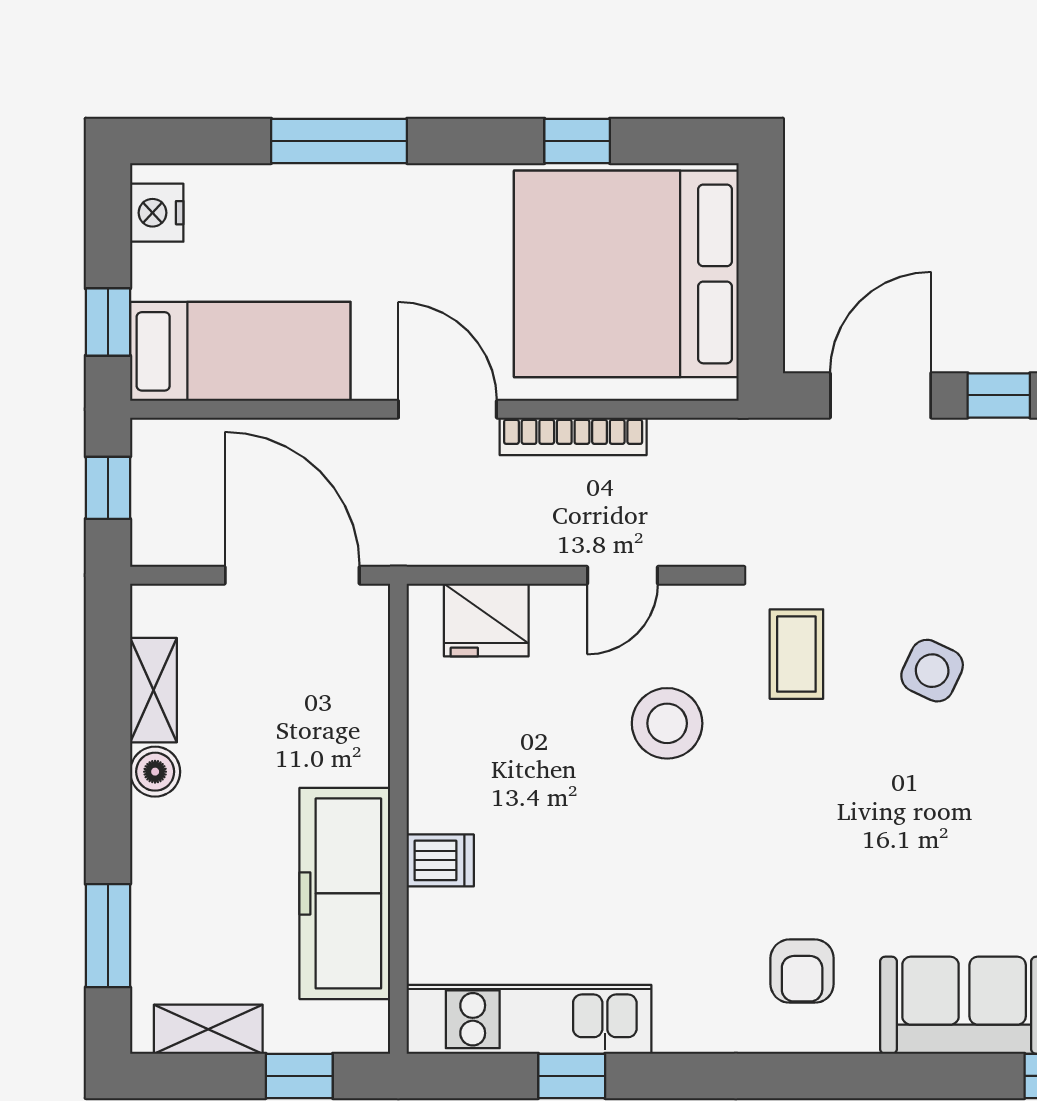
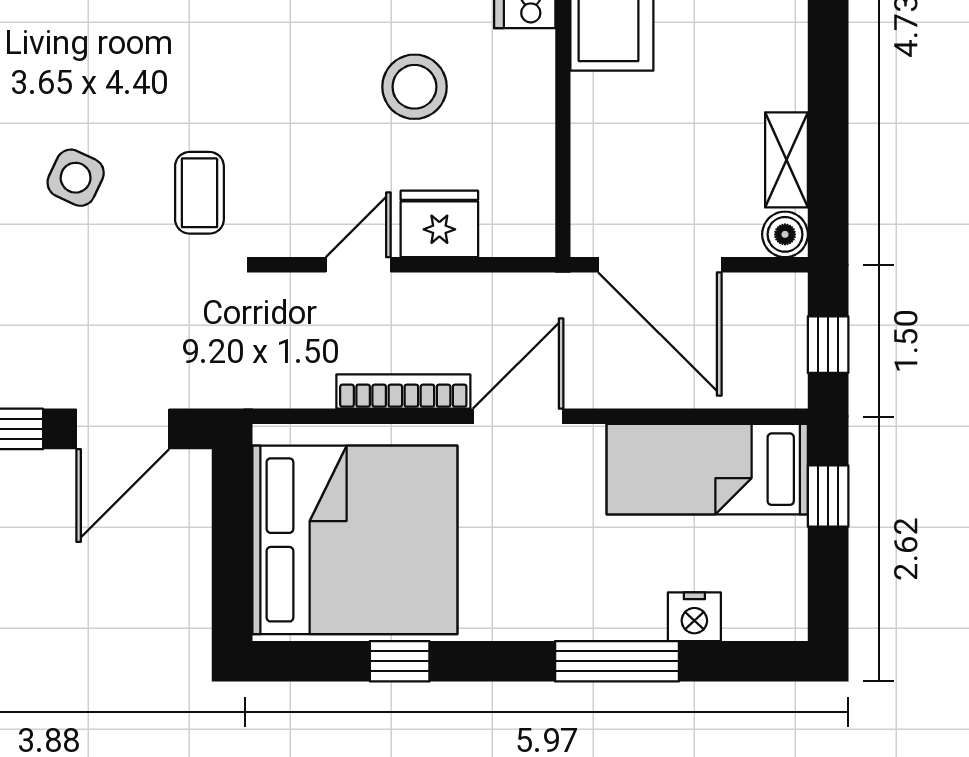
nightstand: (157, 213) -> (694, 617), moved, turned 90
door: (447, 409) -> (518, 416), swing flipped
fridge: (486, 620) -> (439, 224), moved
stool: (667, 723) -> (414, 87), moved
boiler: (155, 772) -> (785, 234), moved

